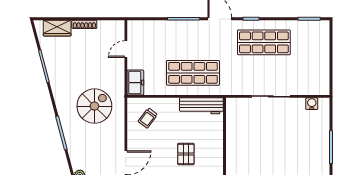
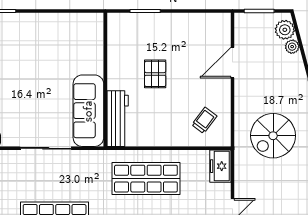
workbench: (201, 106) -> (118, 119), moved, turned 90
sofa: (238, 125) -> (88, 111), added

